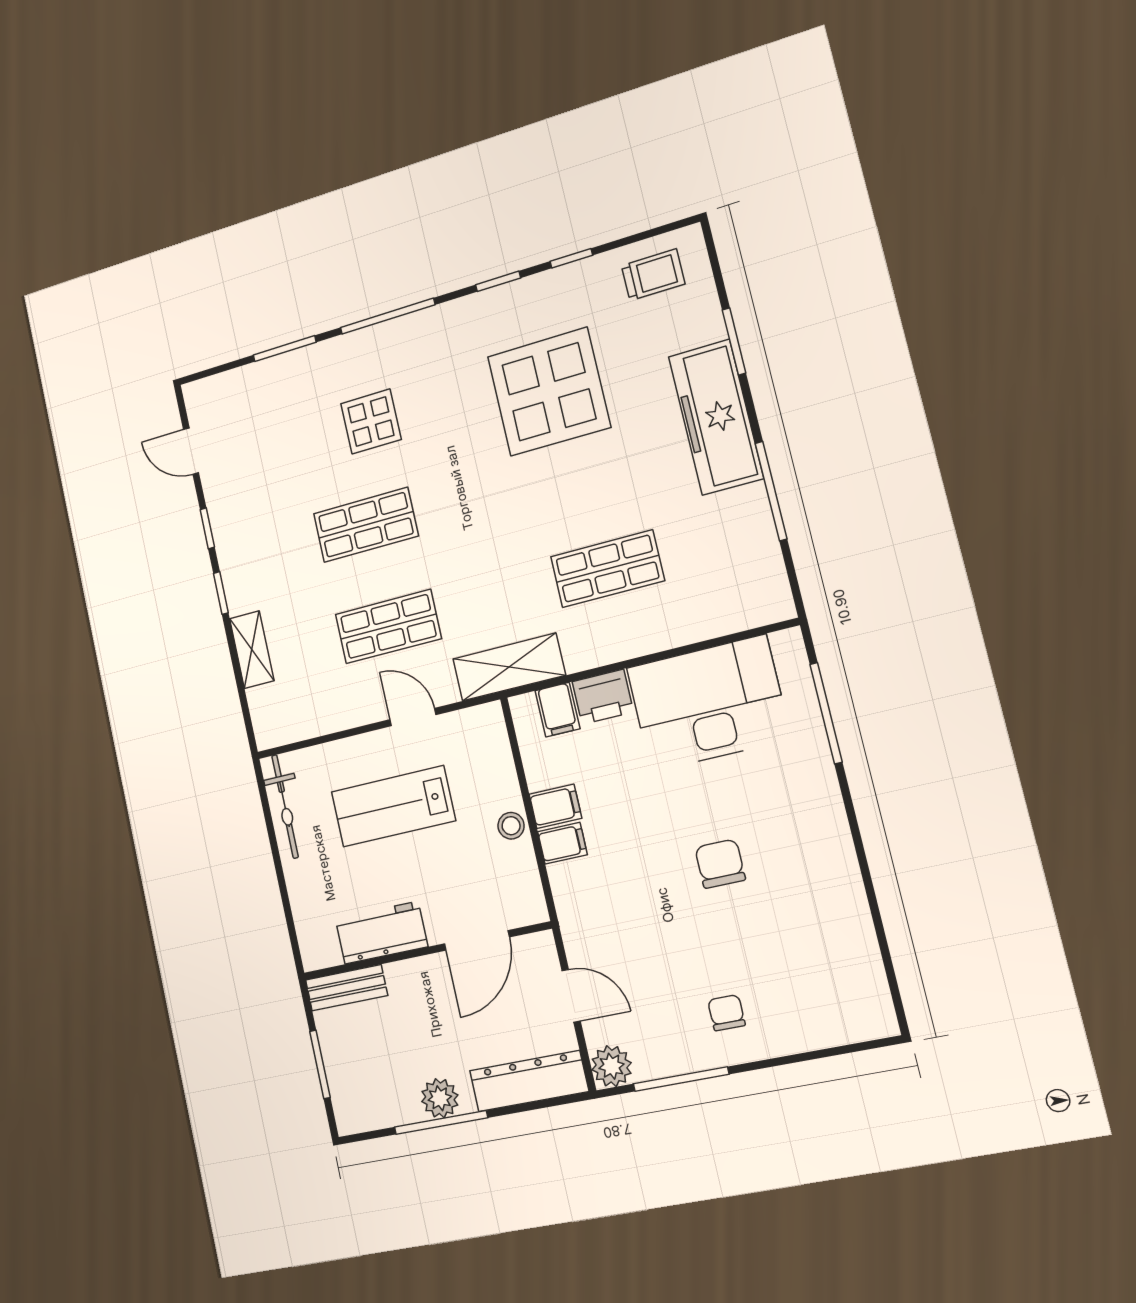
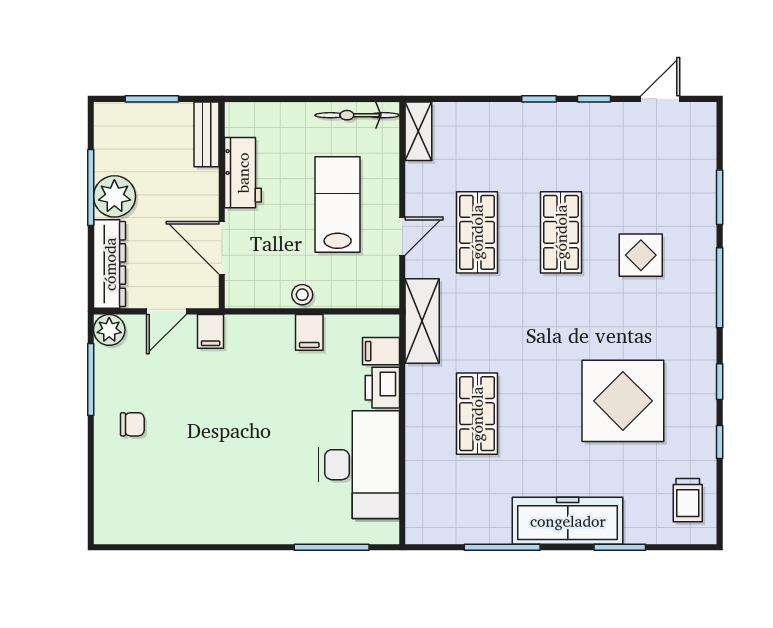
shelving: (252, 650) -> (418, 131), moved, turned 90
filing cabinet: (562, 843) -> (211, 331), moved
chair: (720, 864) -> (240, 445), removed
plant: (440, 1098) -> (114, 196), width x1.36, depth x1.36

